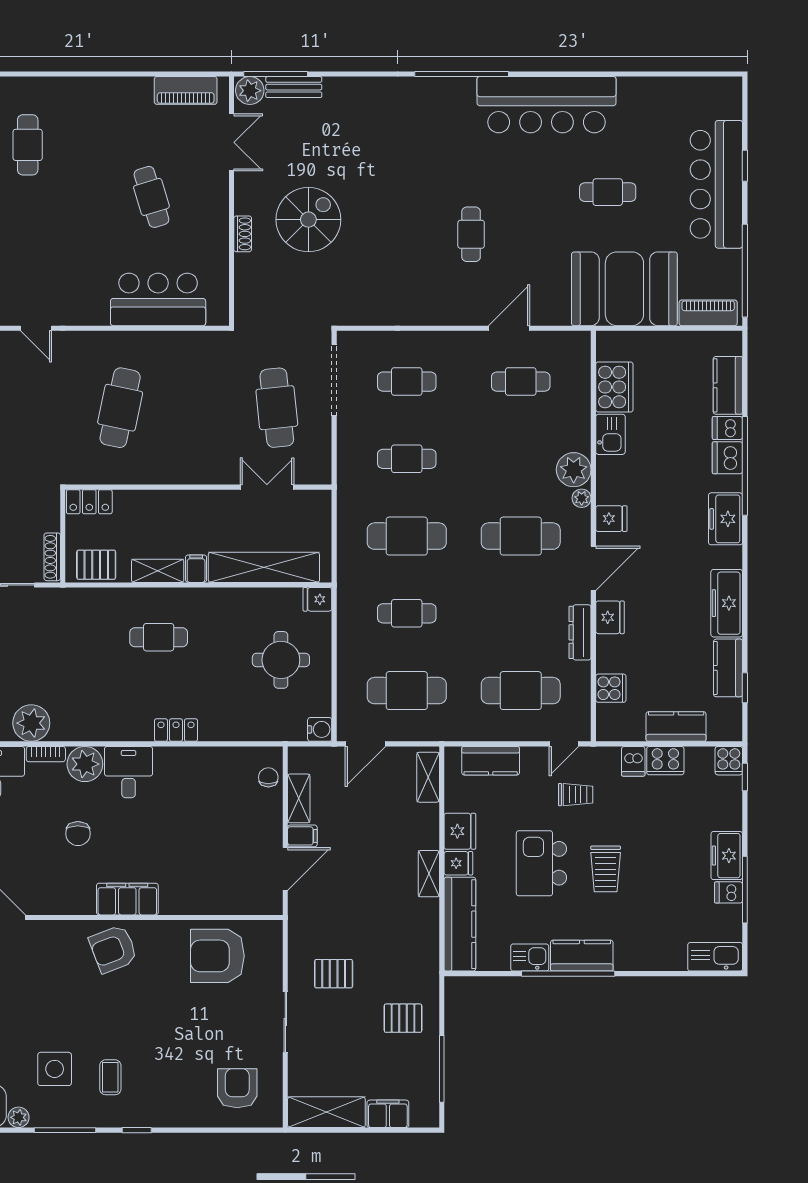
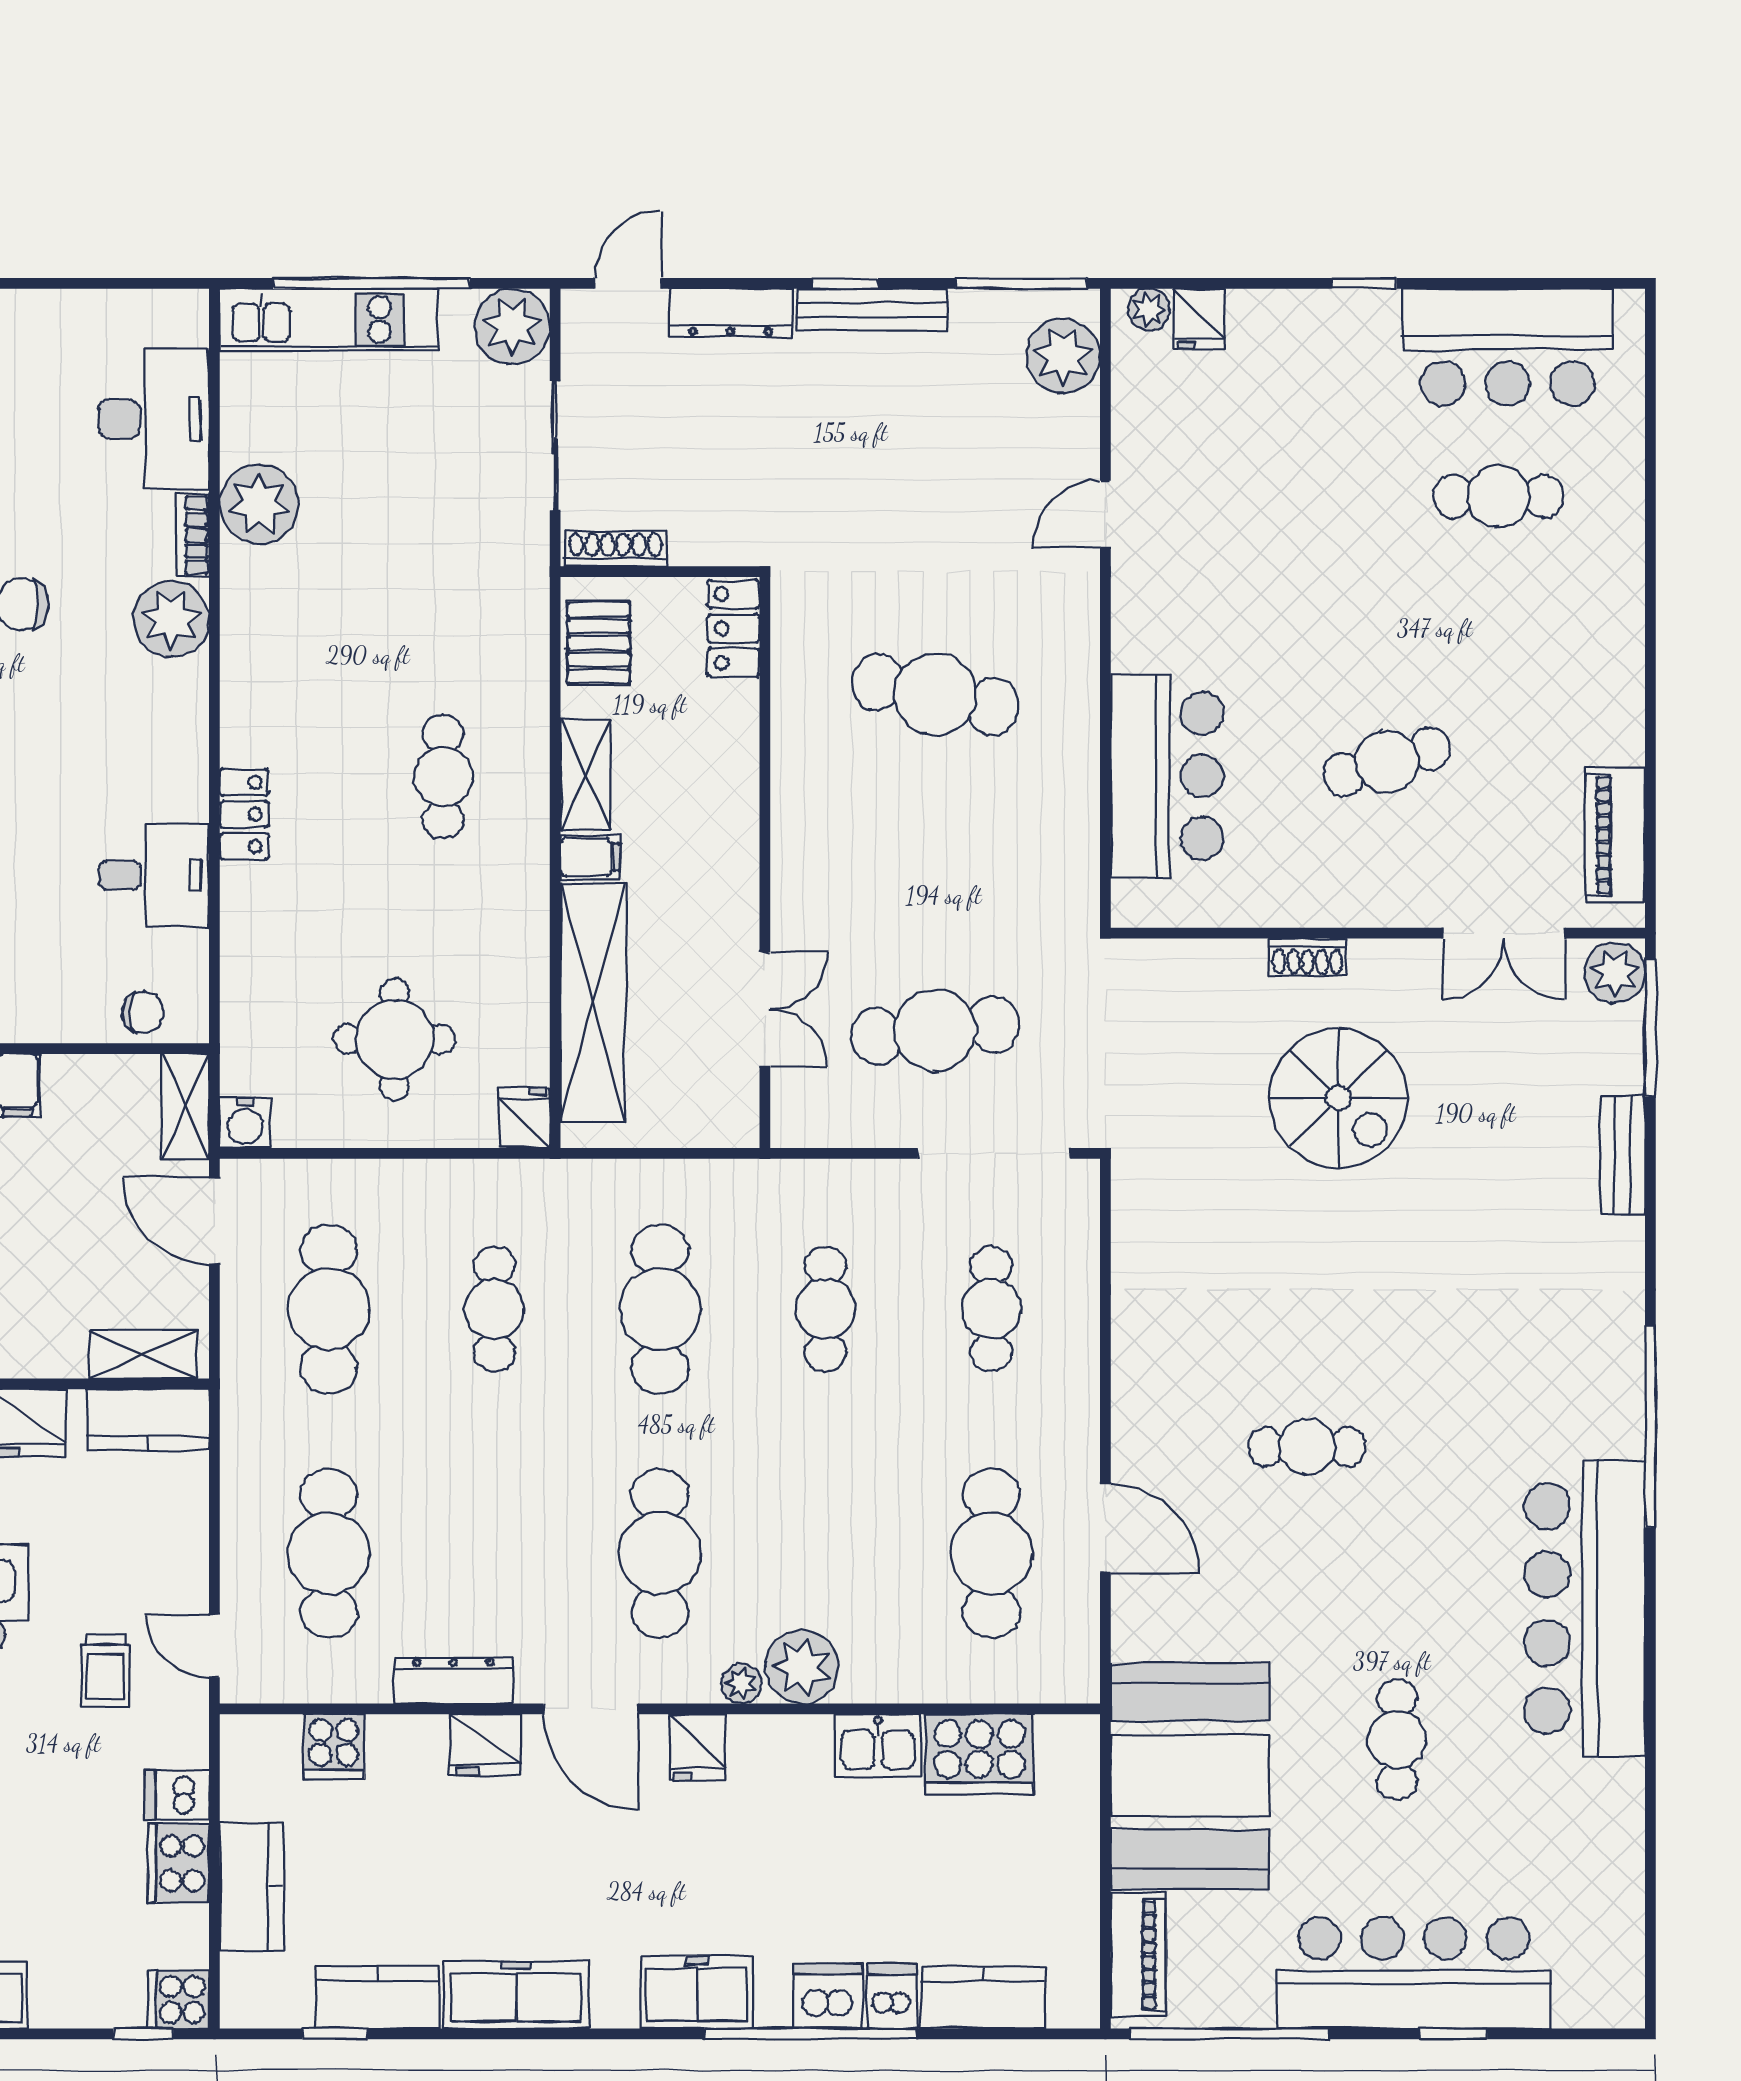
bench: (294, 87) -> (1622, 1155), moved
cafe table: (521, 382) -> (991, 1553), width x1.37, depth x1.35
kitchen counter: (491, 761) -> (148, 1420), moved, turned -90
desk: (129, 772) -> (154, 875), moved
shelving: (299, 798) -> (186, 1106), moved, turned 90

